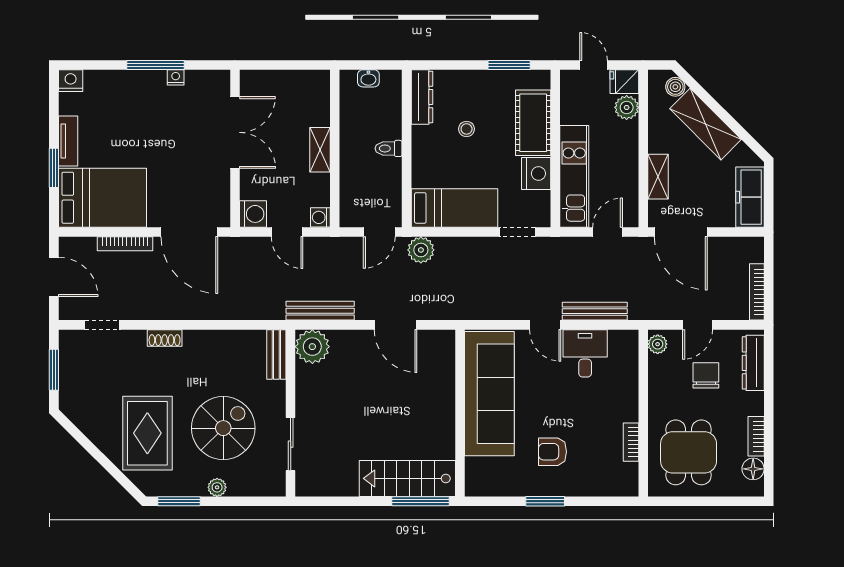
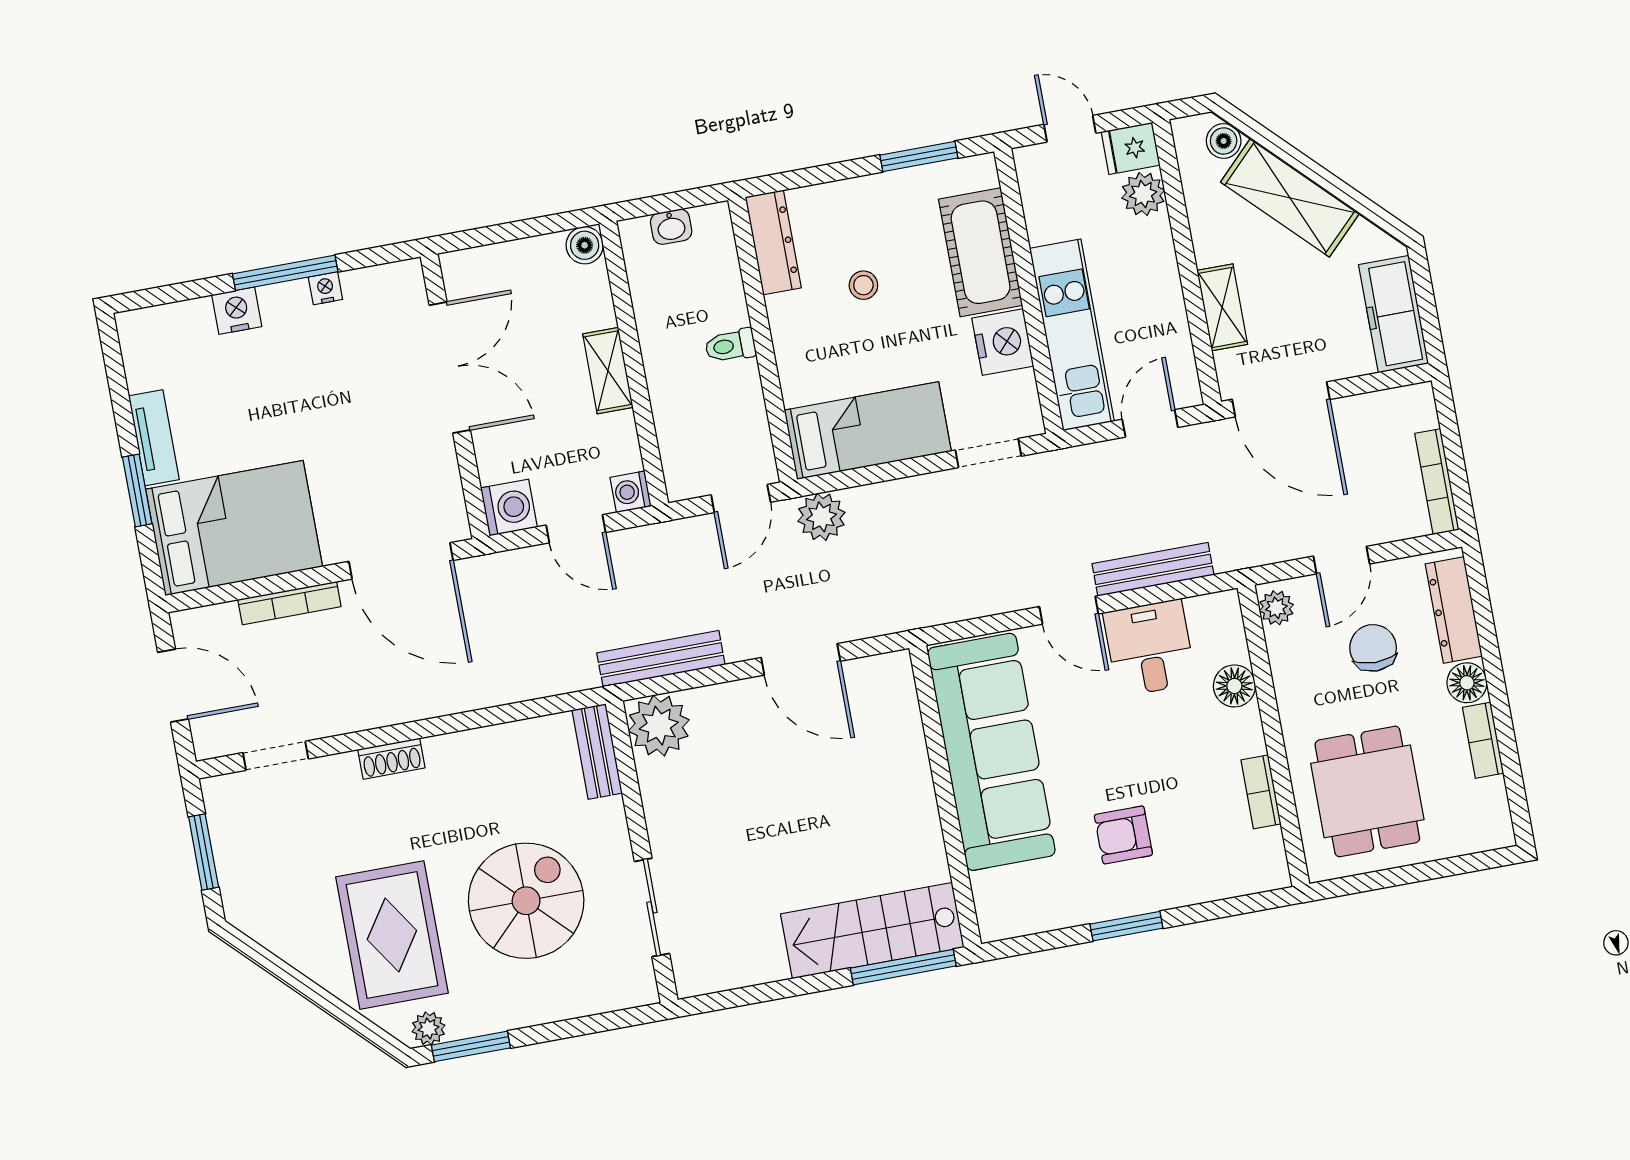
boiler: (320, 80) -> (585, 245), added
nightstand: (71, 81) -> (237, 311), moved
floor lamp: (627, 382) -> (1234, 686), added
floor lamp: (753, 469) -> (1467, 683), moved
plant: (217, 487) -> (428, 1028), moved

